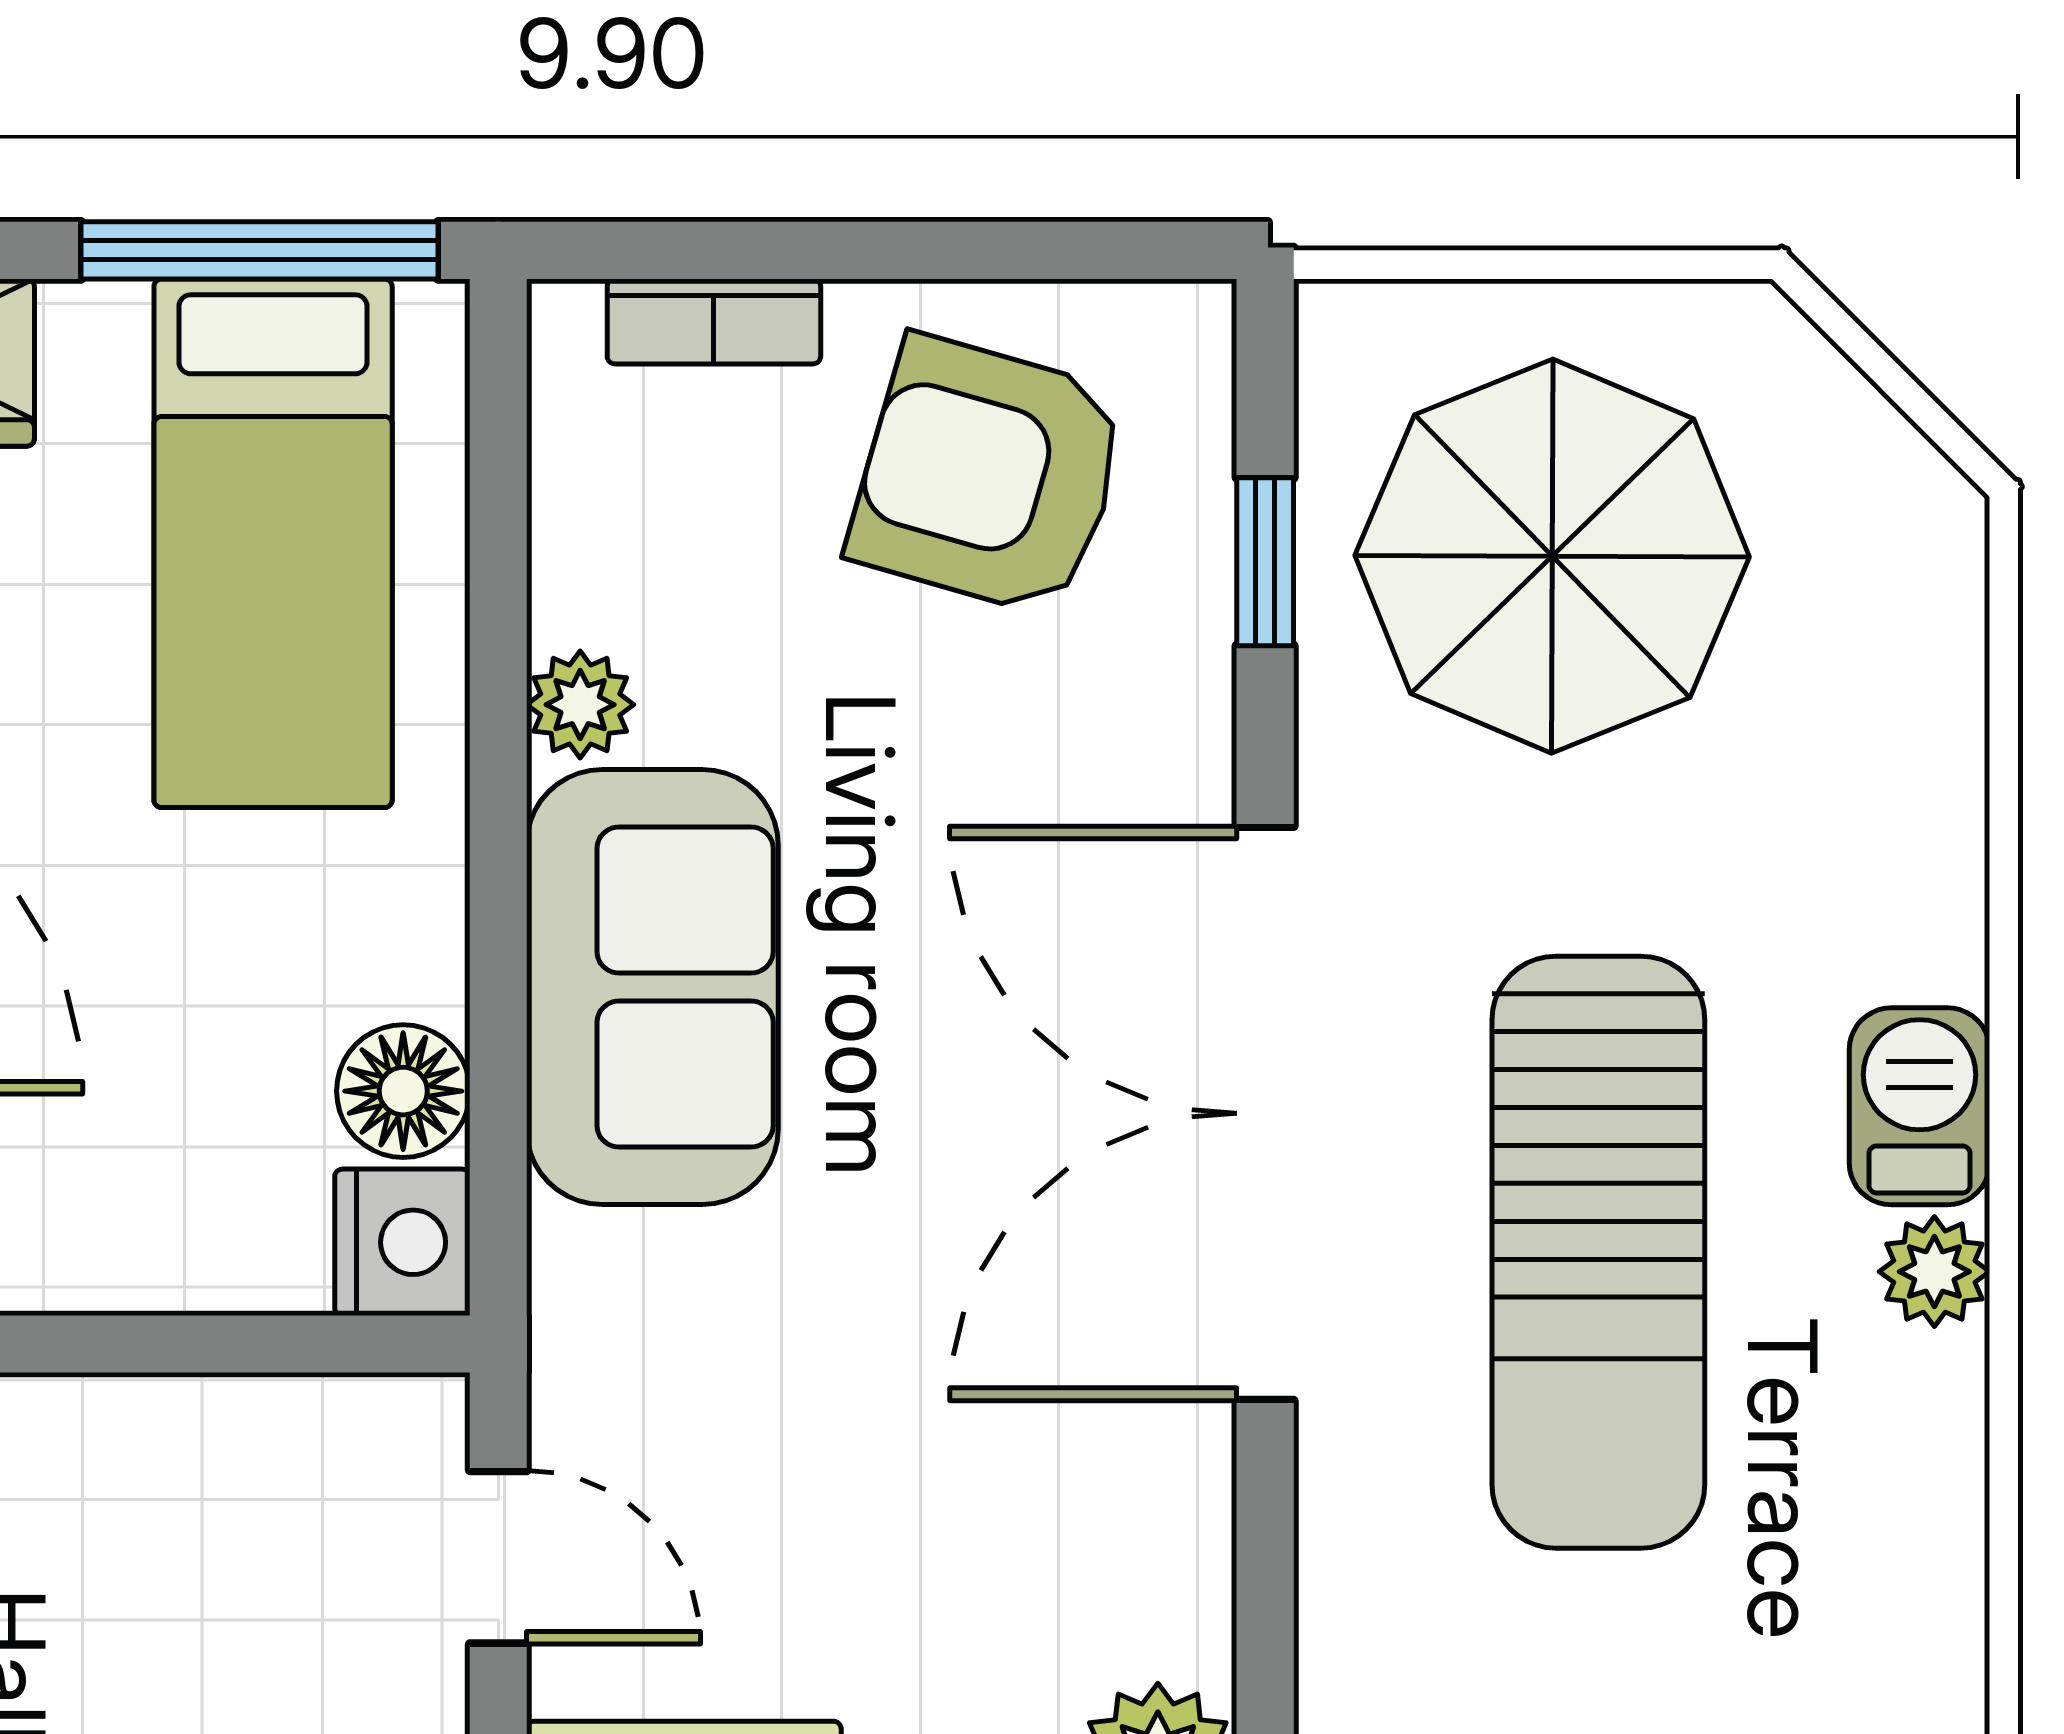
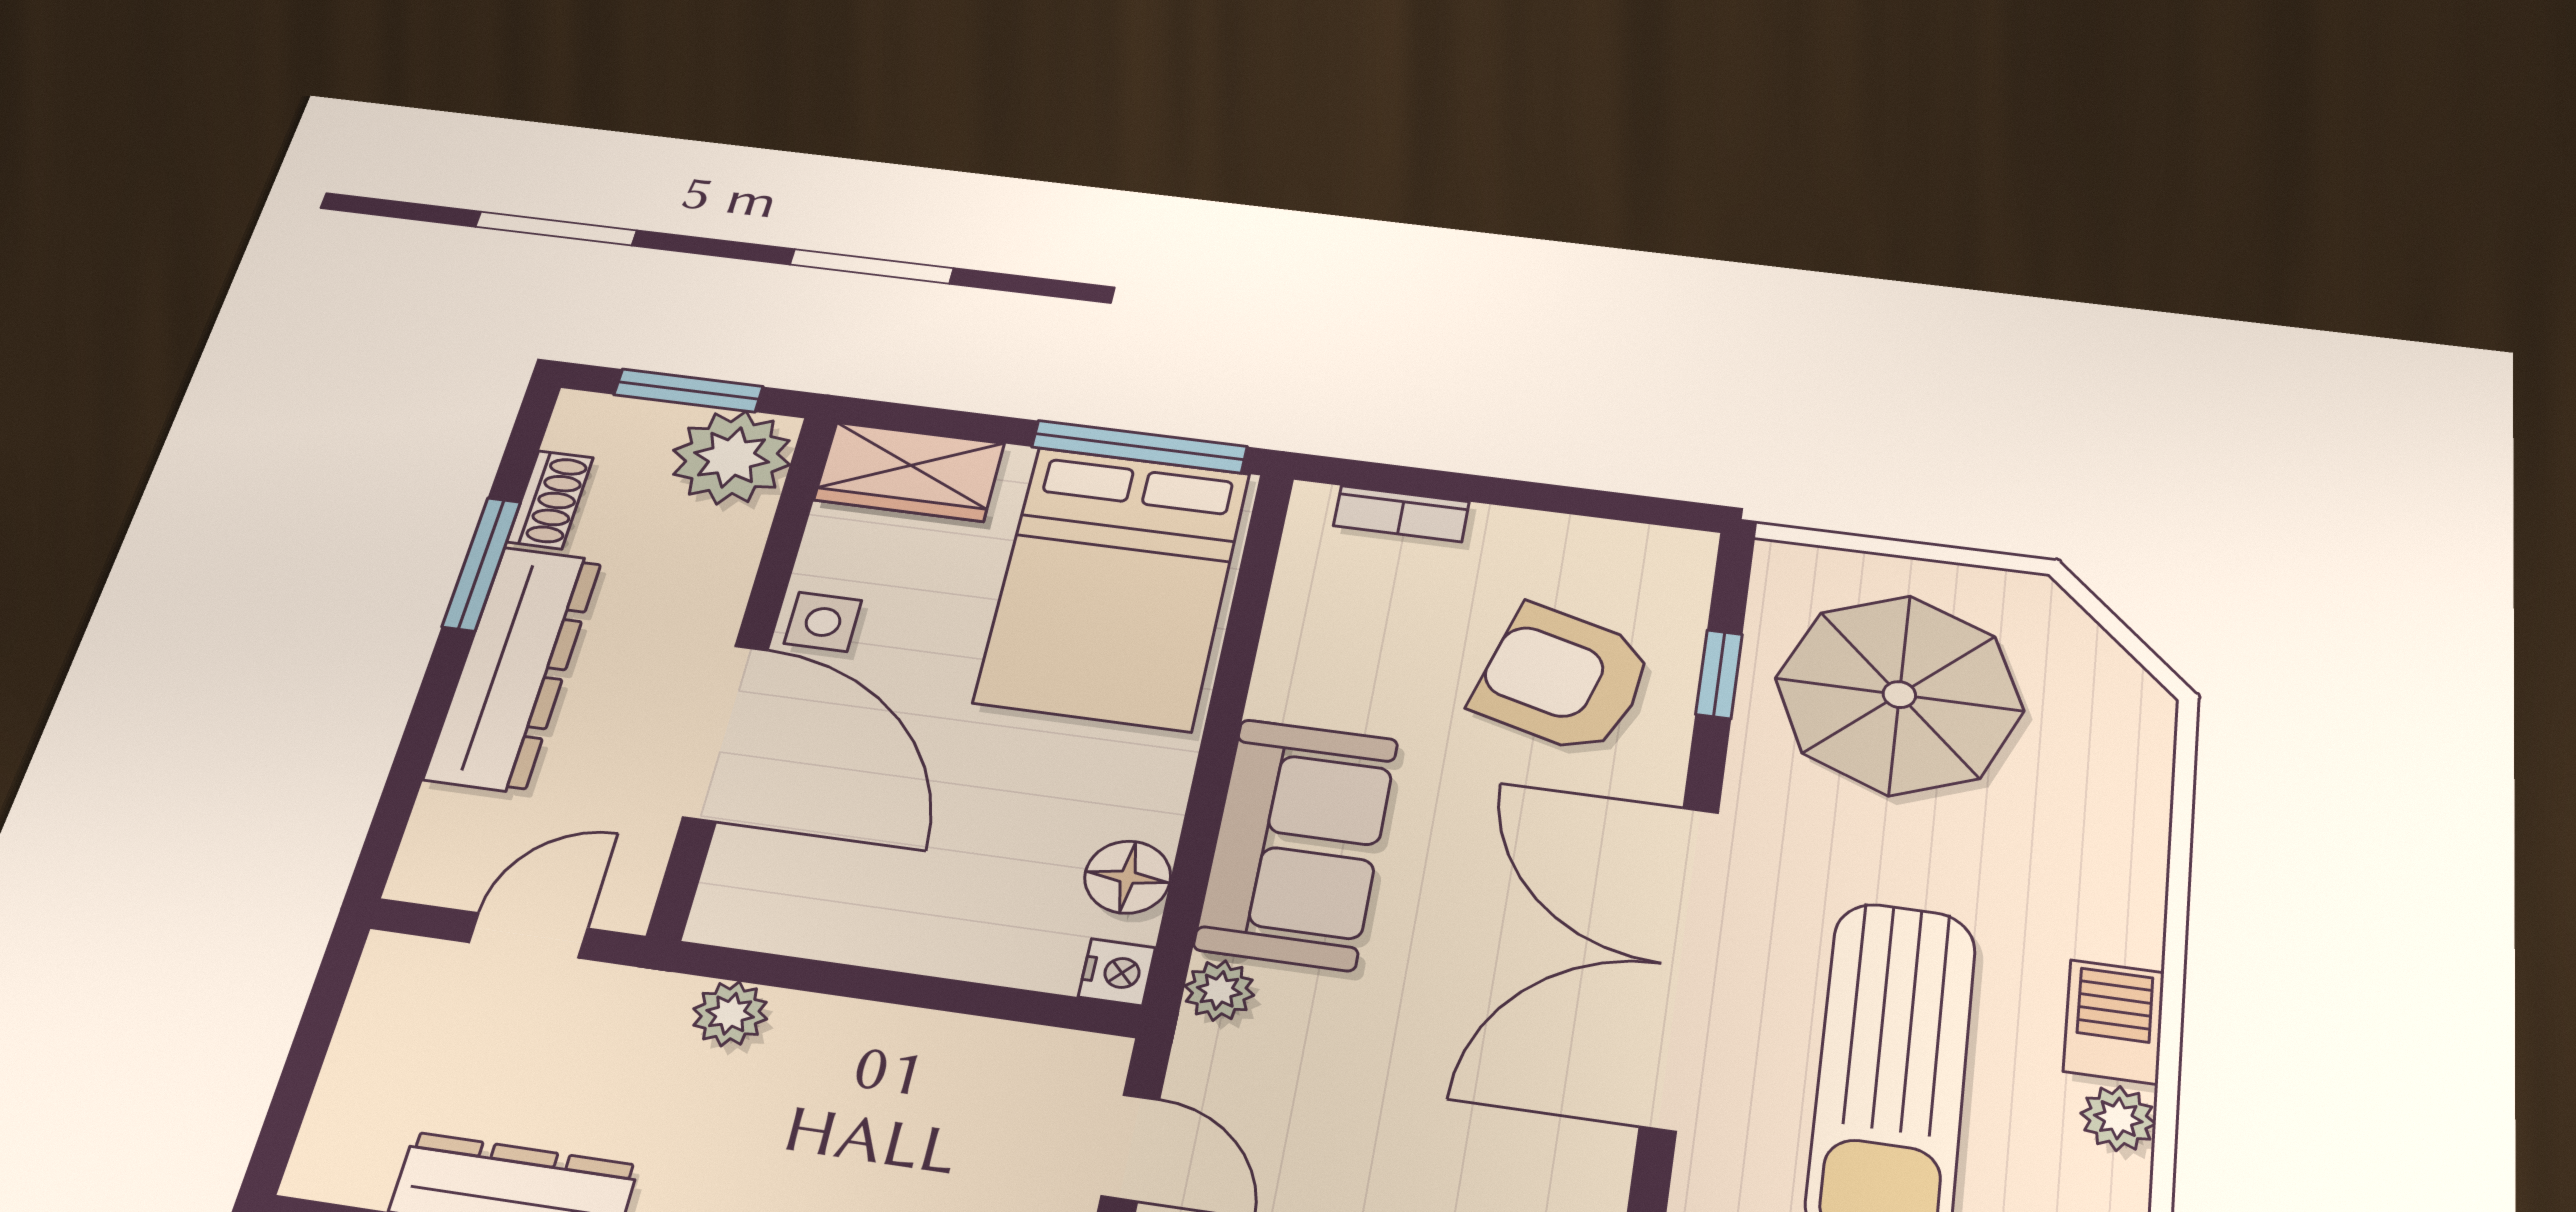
armchair: (989, 476) -> (1563, 679), moved
bed: (273, 543) -> (1113, 587), width x1.50
plant: (580, 705) -> (1219, 991), moved
nightstand: (402, 1242) -> (1117, 972), width x0.72, depth x0.74

